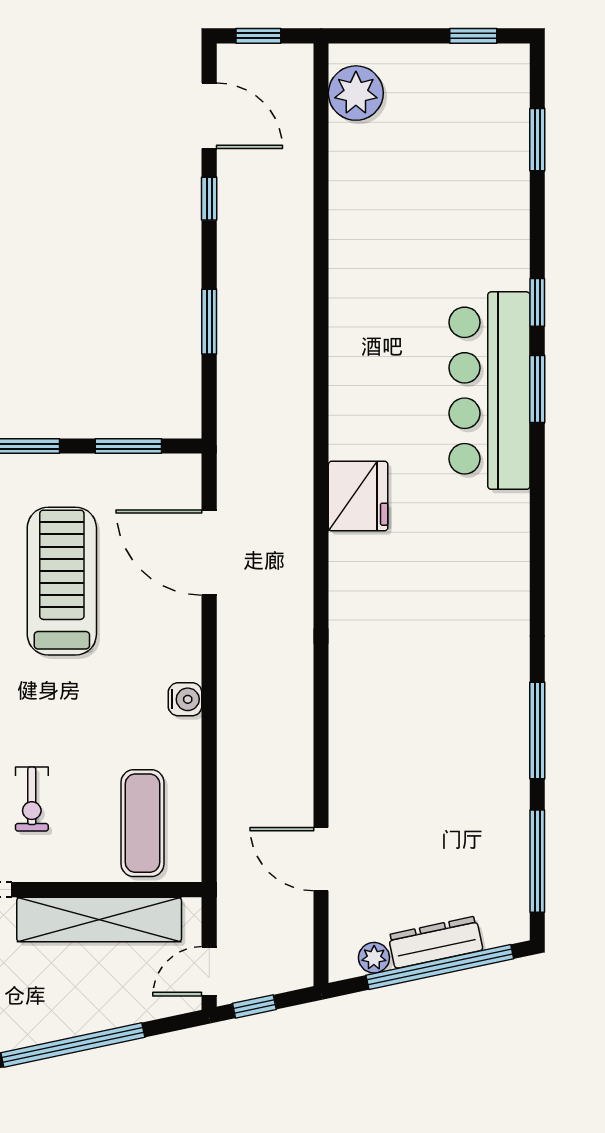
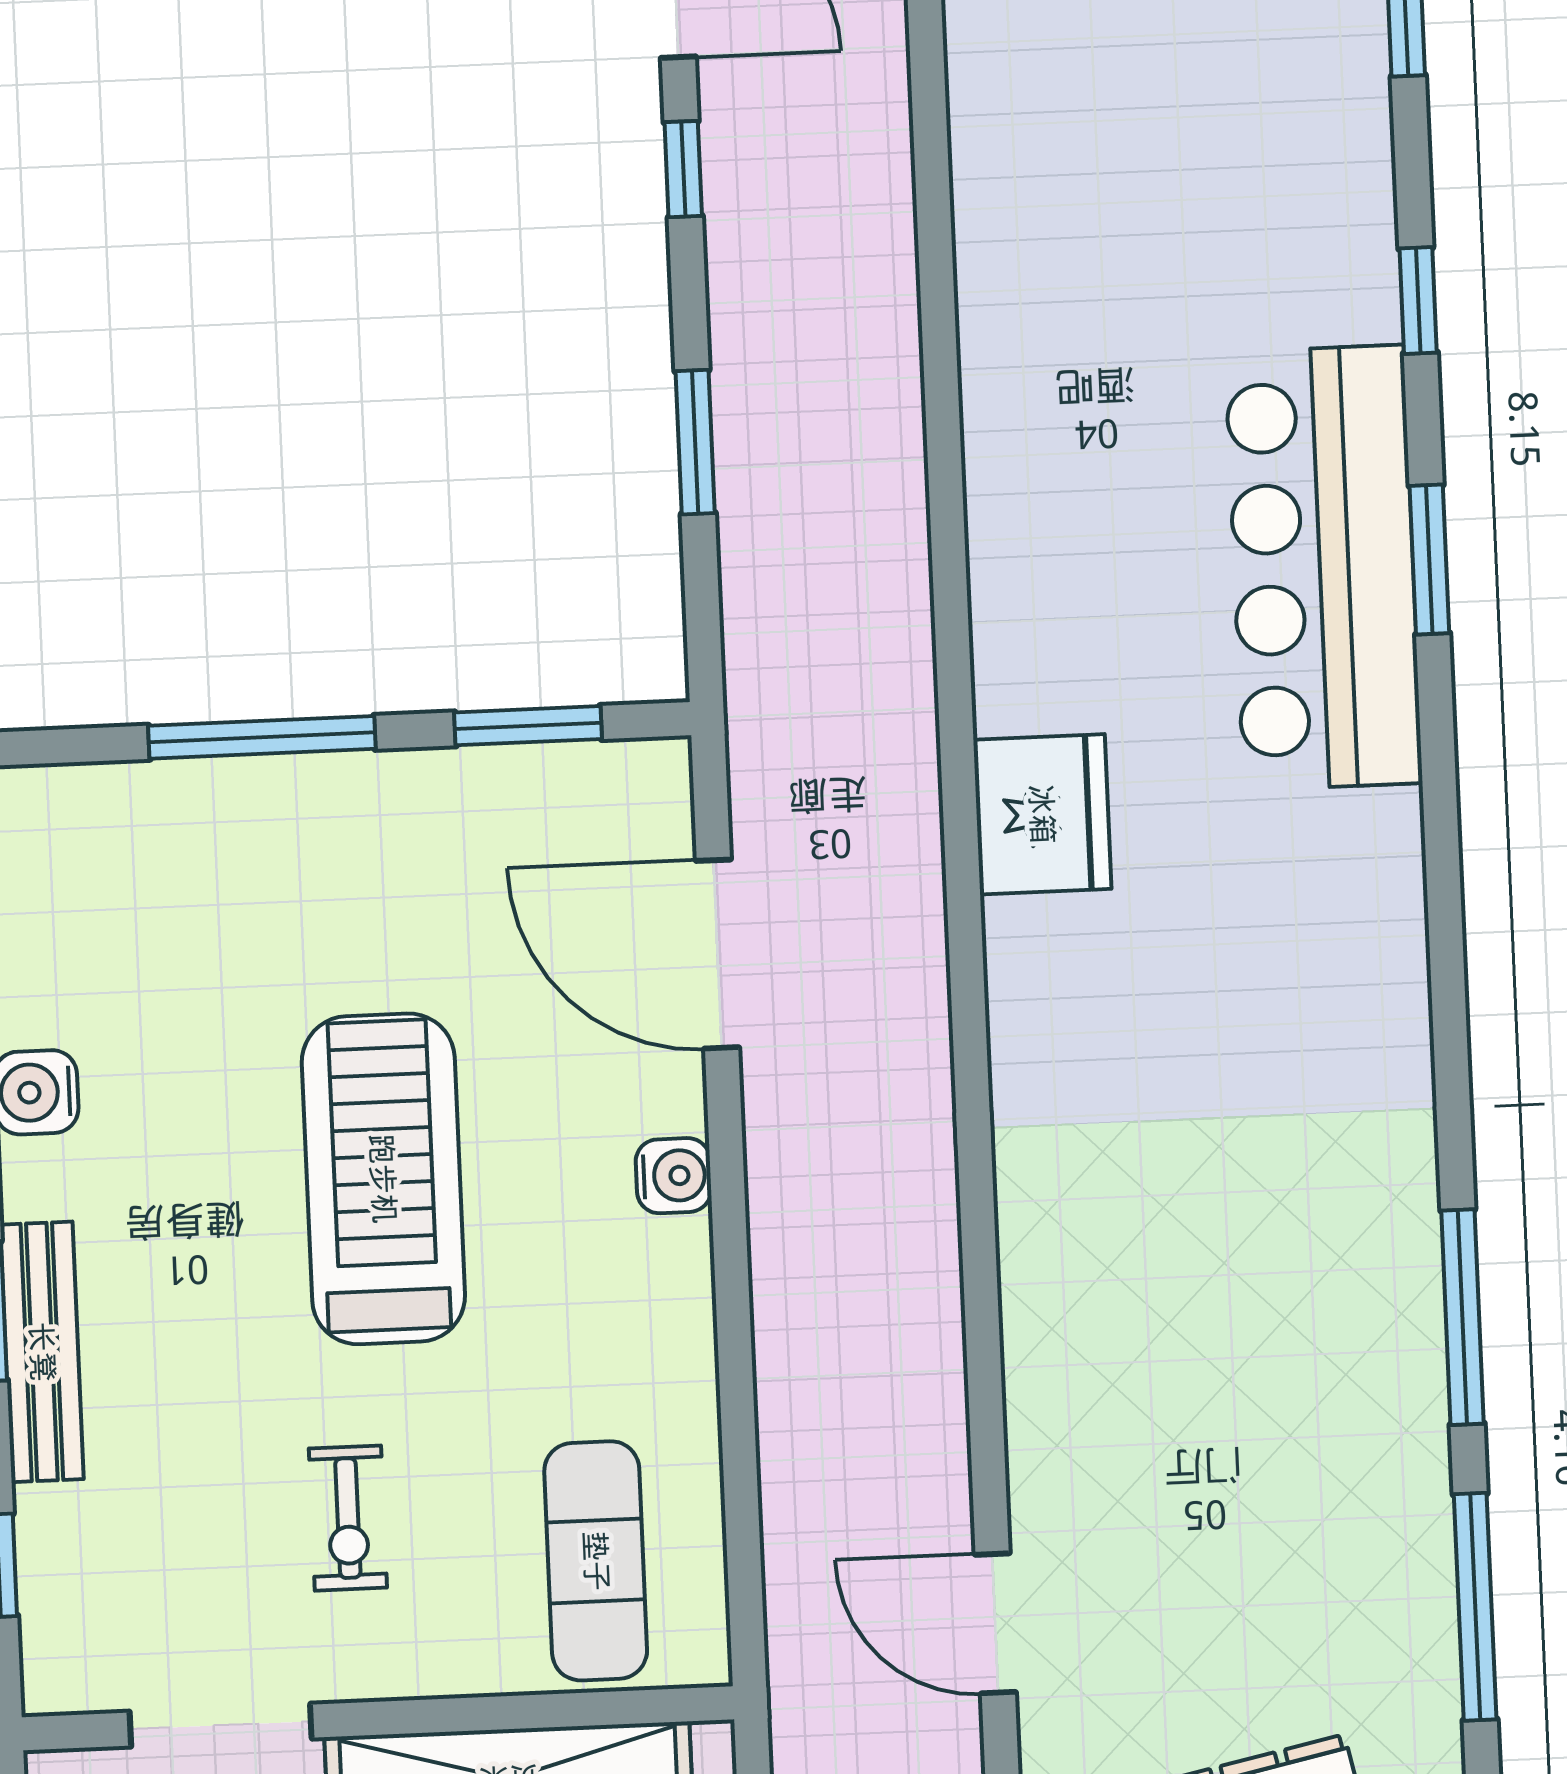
window: (537, 302) -> (1418, 301), moved
treadmill: (62, 581) -> (383, 1179), moved
water cooler: (185, 699) -> (674, 1176), moved

